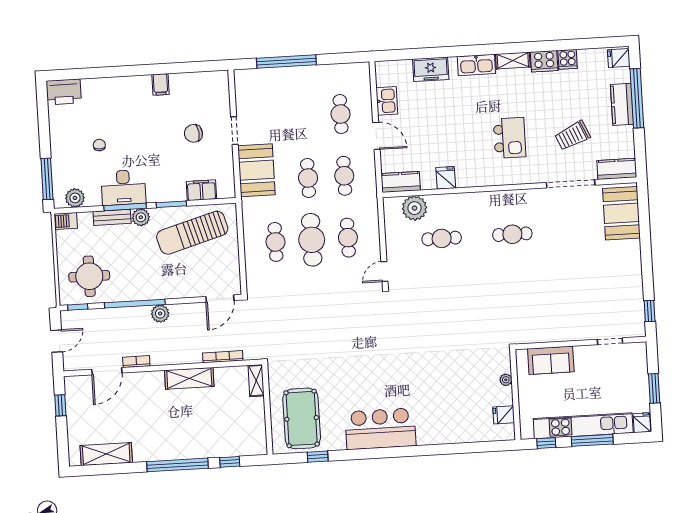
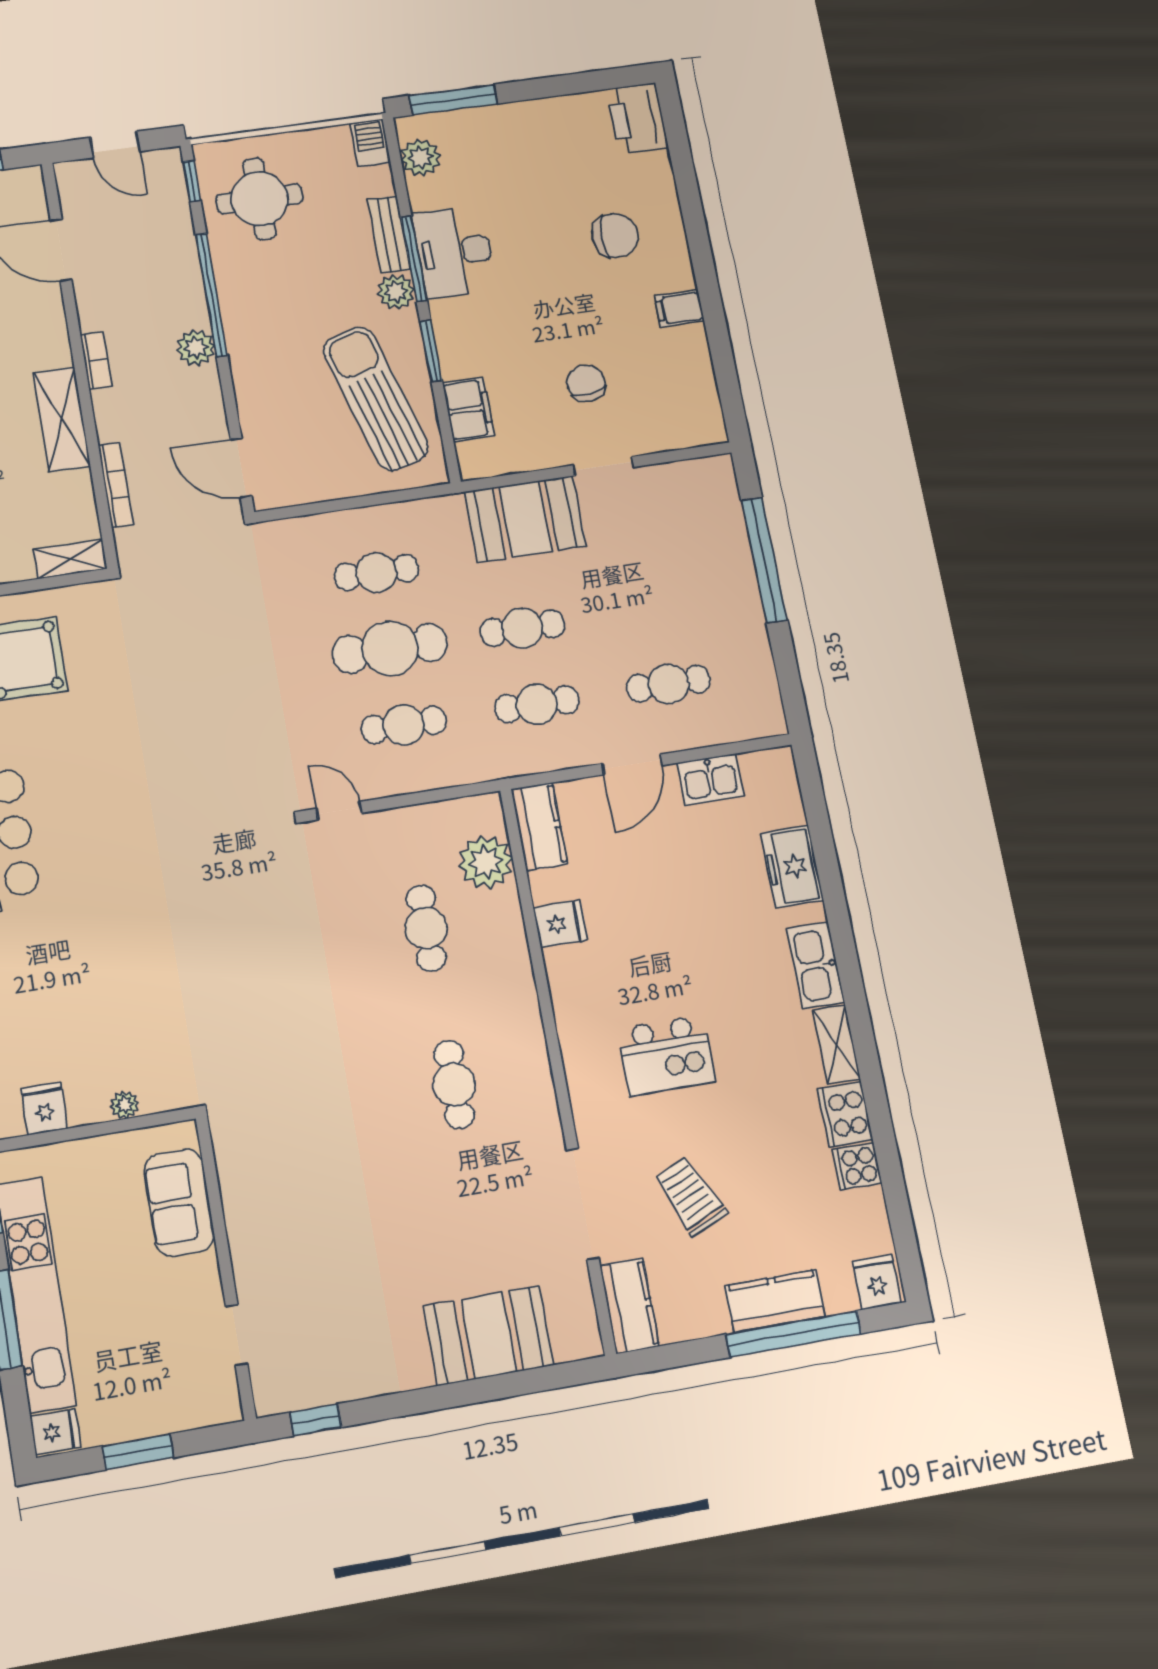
chair: (99, 145) -> (615, 236), moved, width x1.87, depth x1.87
booth: (621, 213) -> (489, 1336), moved
bookcase: (136, 362) -> (96, 360), moved

